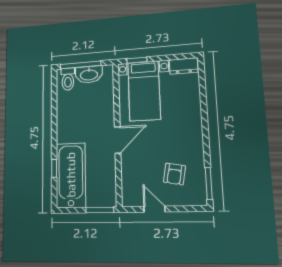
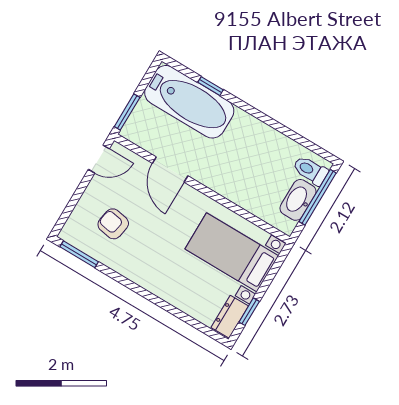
window: (137, 60) -> (249, 312), moved
door: (118, 140) -> (170, 169), moved
door: (154, 209) -> (99, 159), moved

